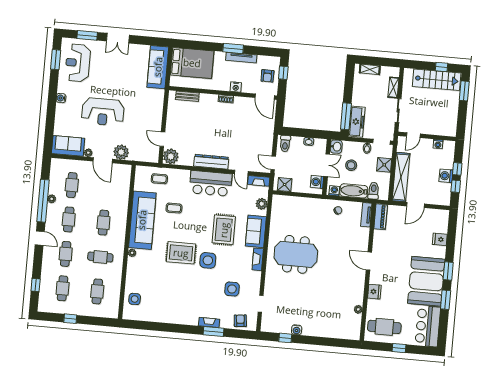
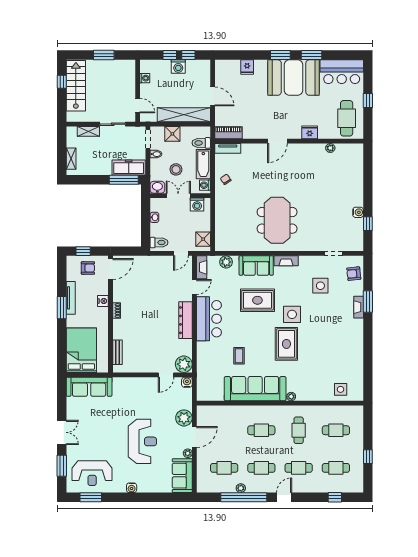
window: (464, 91) -> (104, 55), moved
water cooler: (154, 158) -> (187, 382), added
coffee table: (159, 179) -> (209, 374), removed

